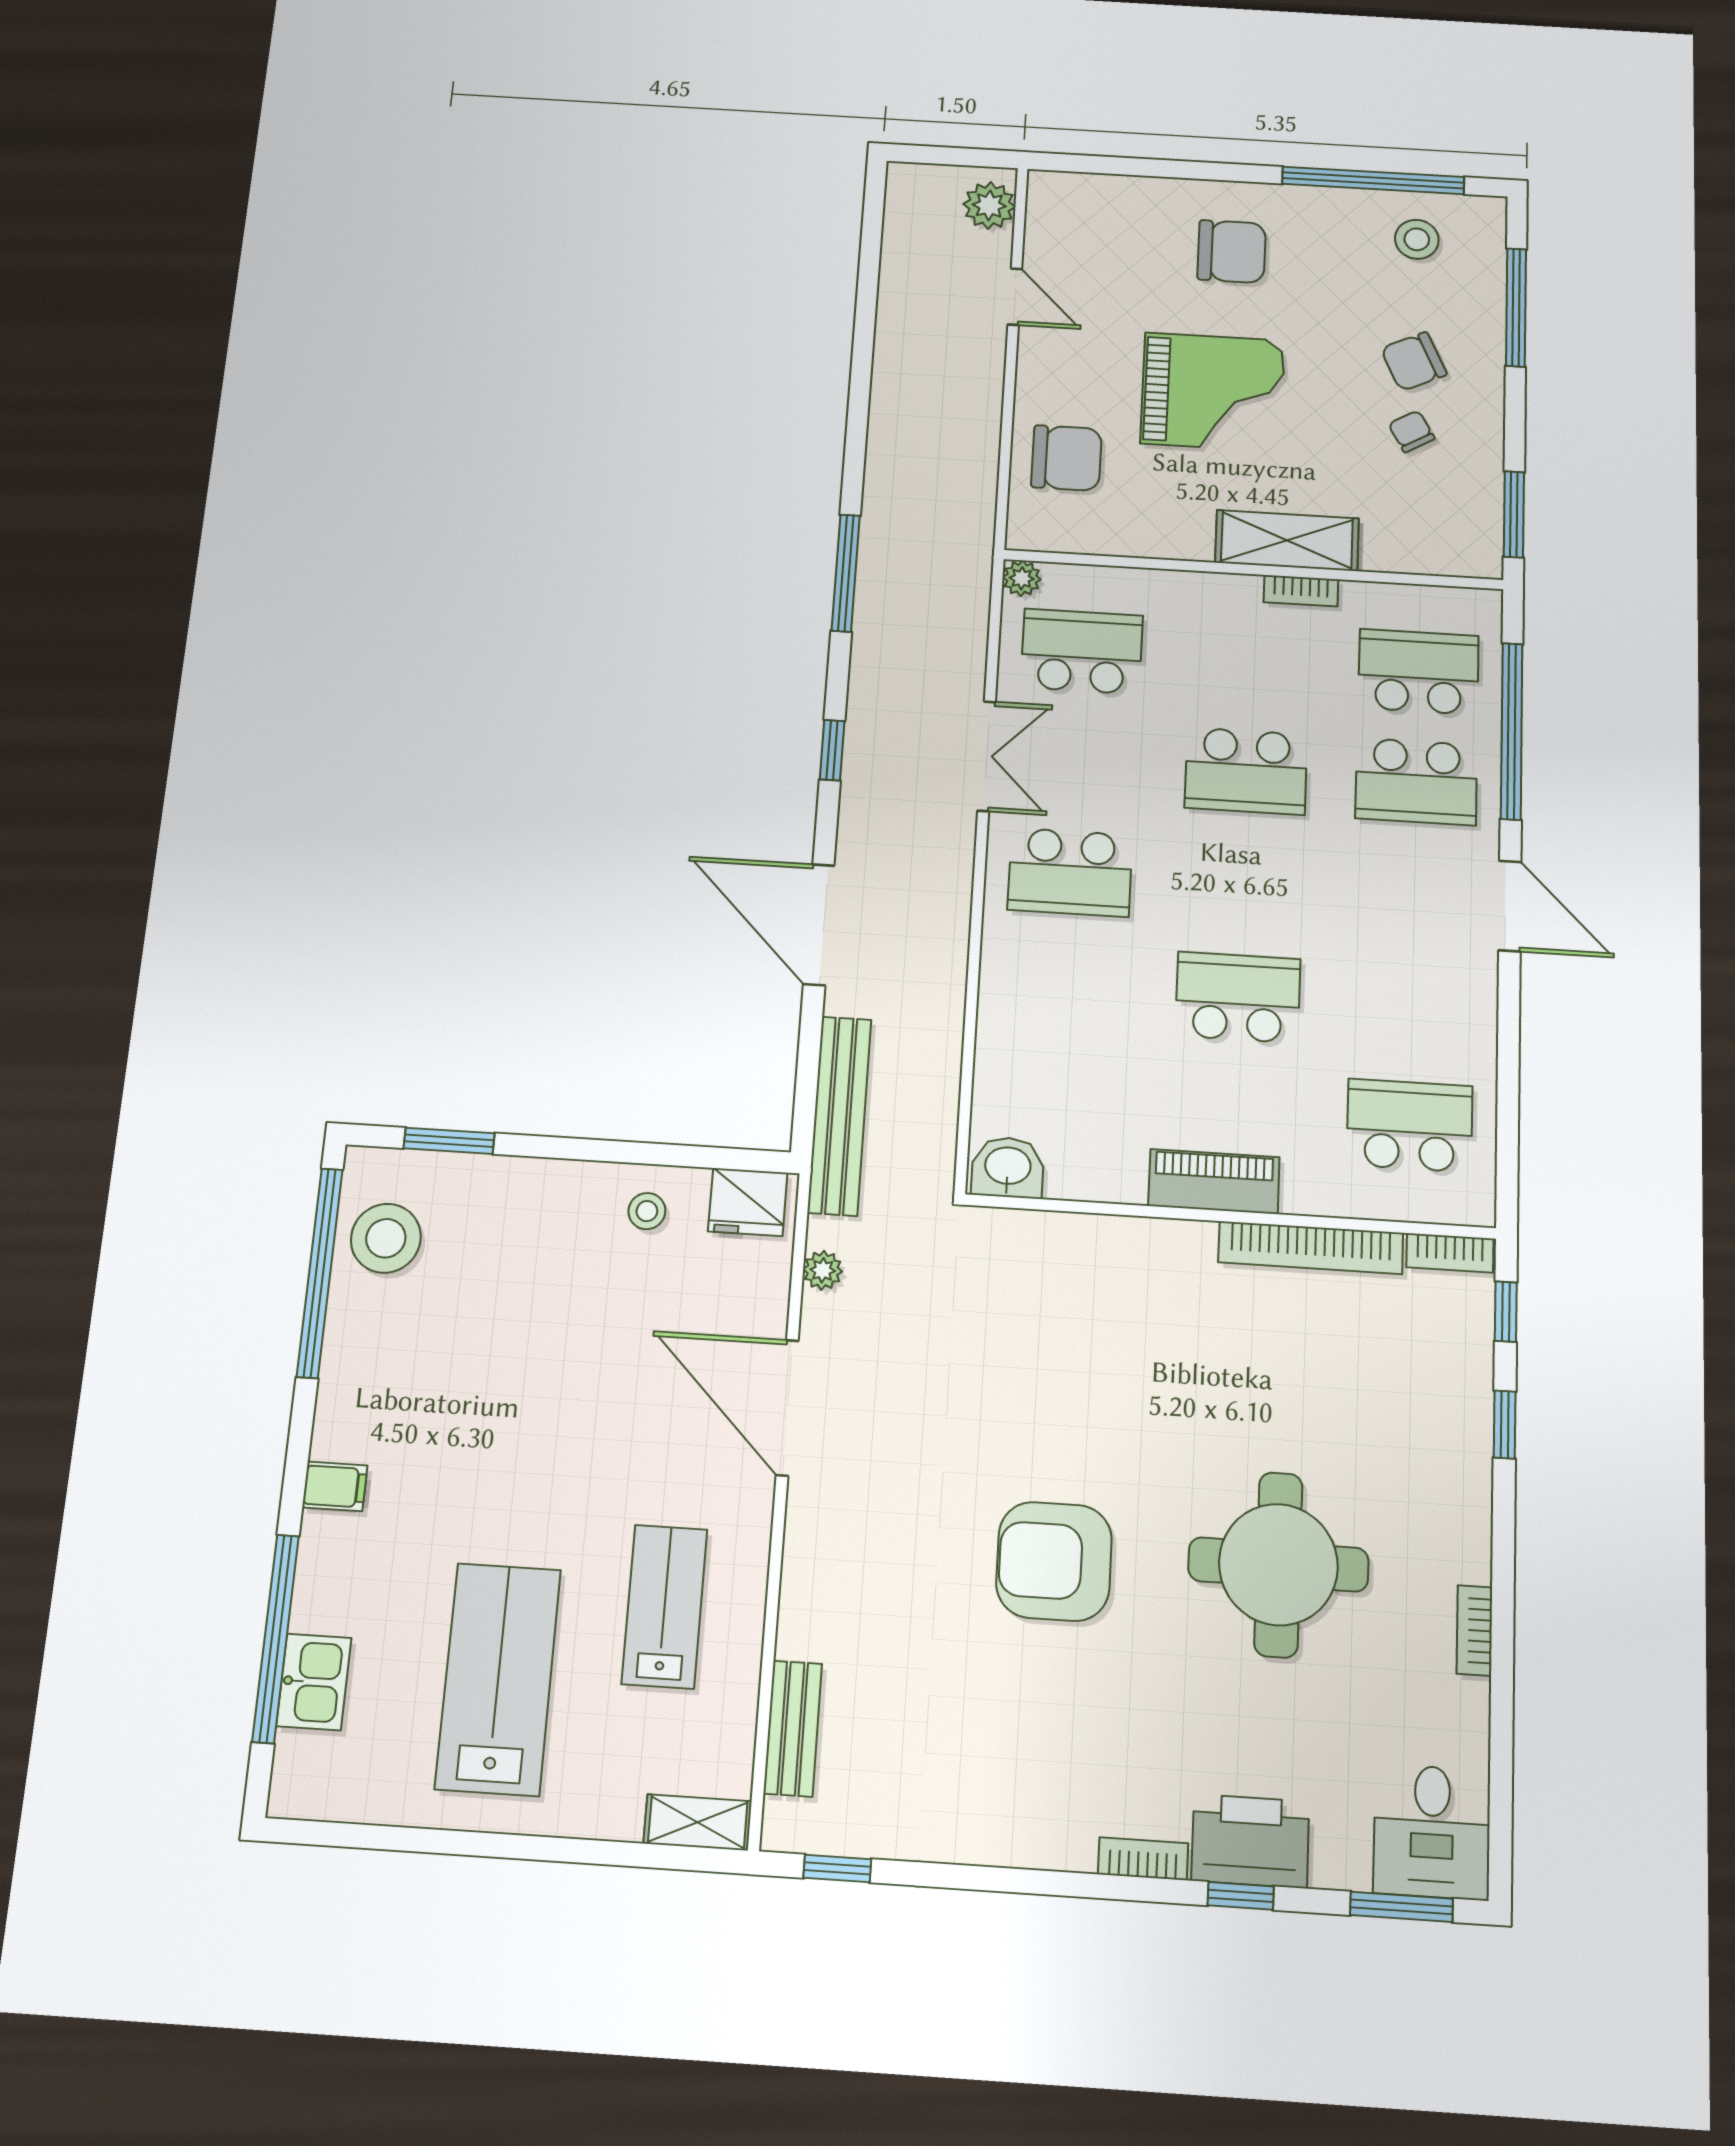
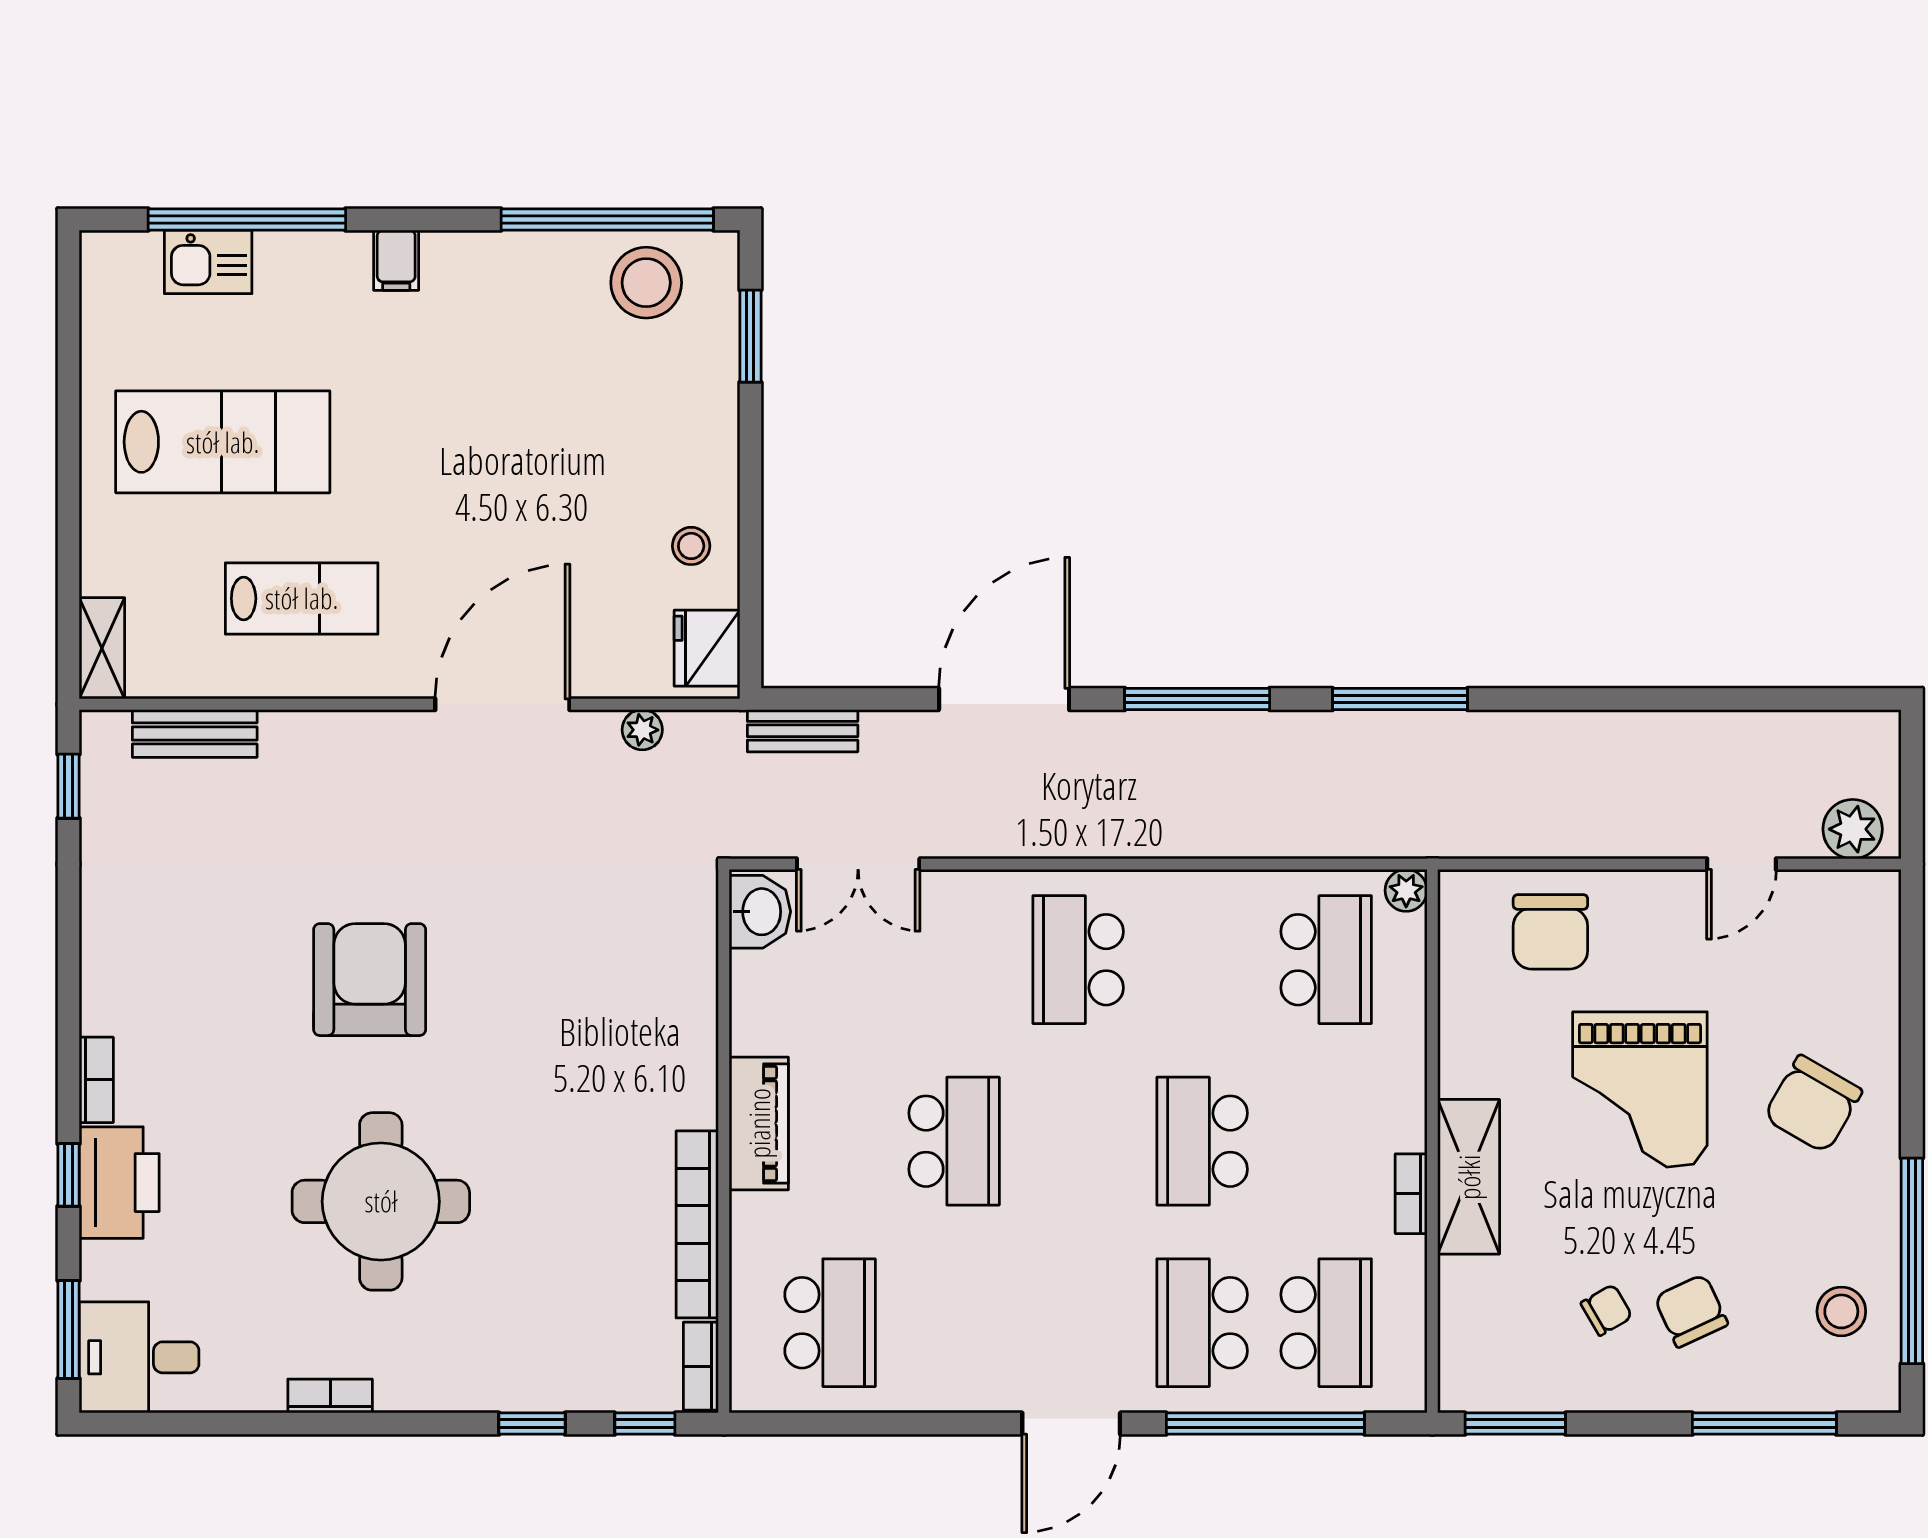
chair: (1232, 251) -> (1813, 1104), turned 30
window: (832, 750) -> (1197, 699), width x2.17
double door: (987, 756) -> (858, 864), moved
bench: (839, 1116) -> (803, 731), width x0.54, depth x0.82

